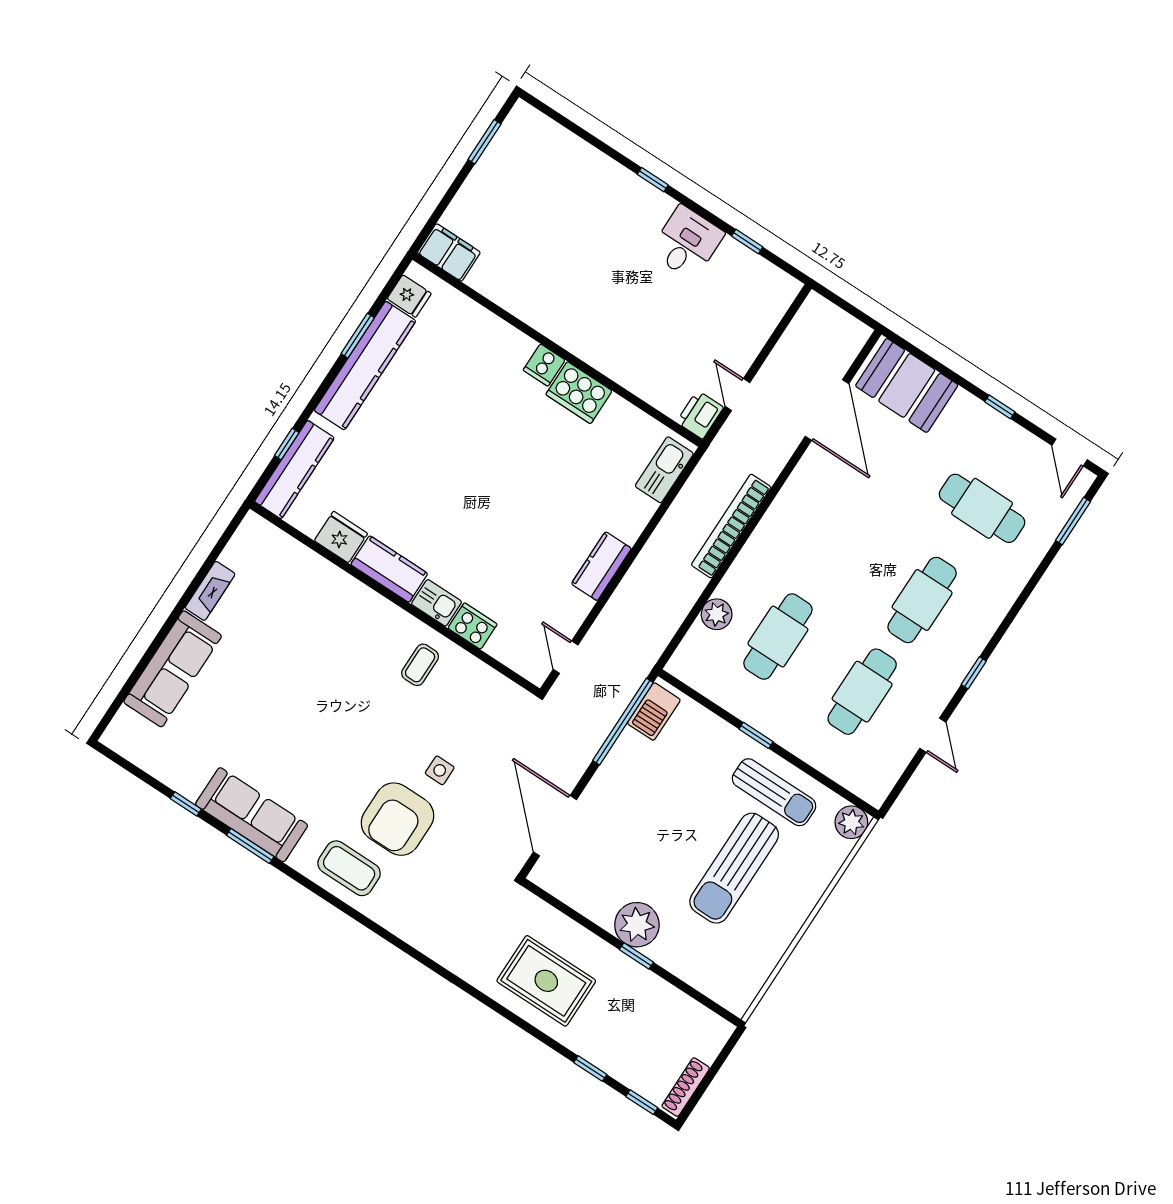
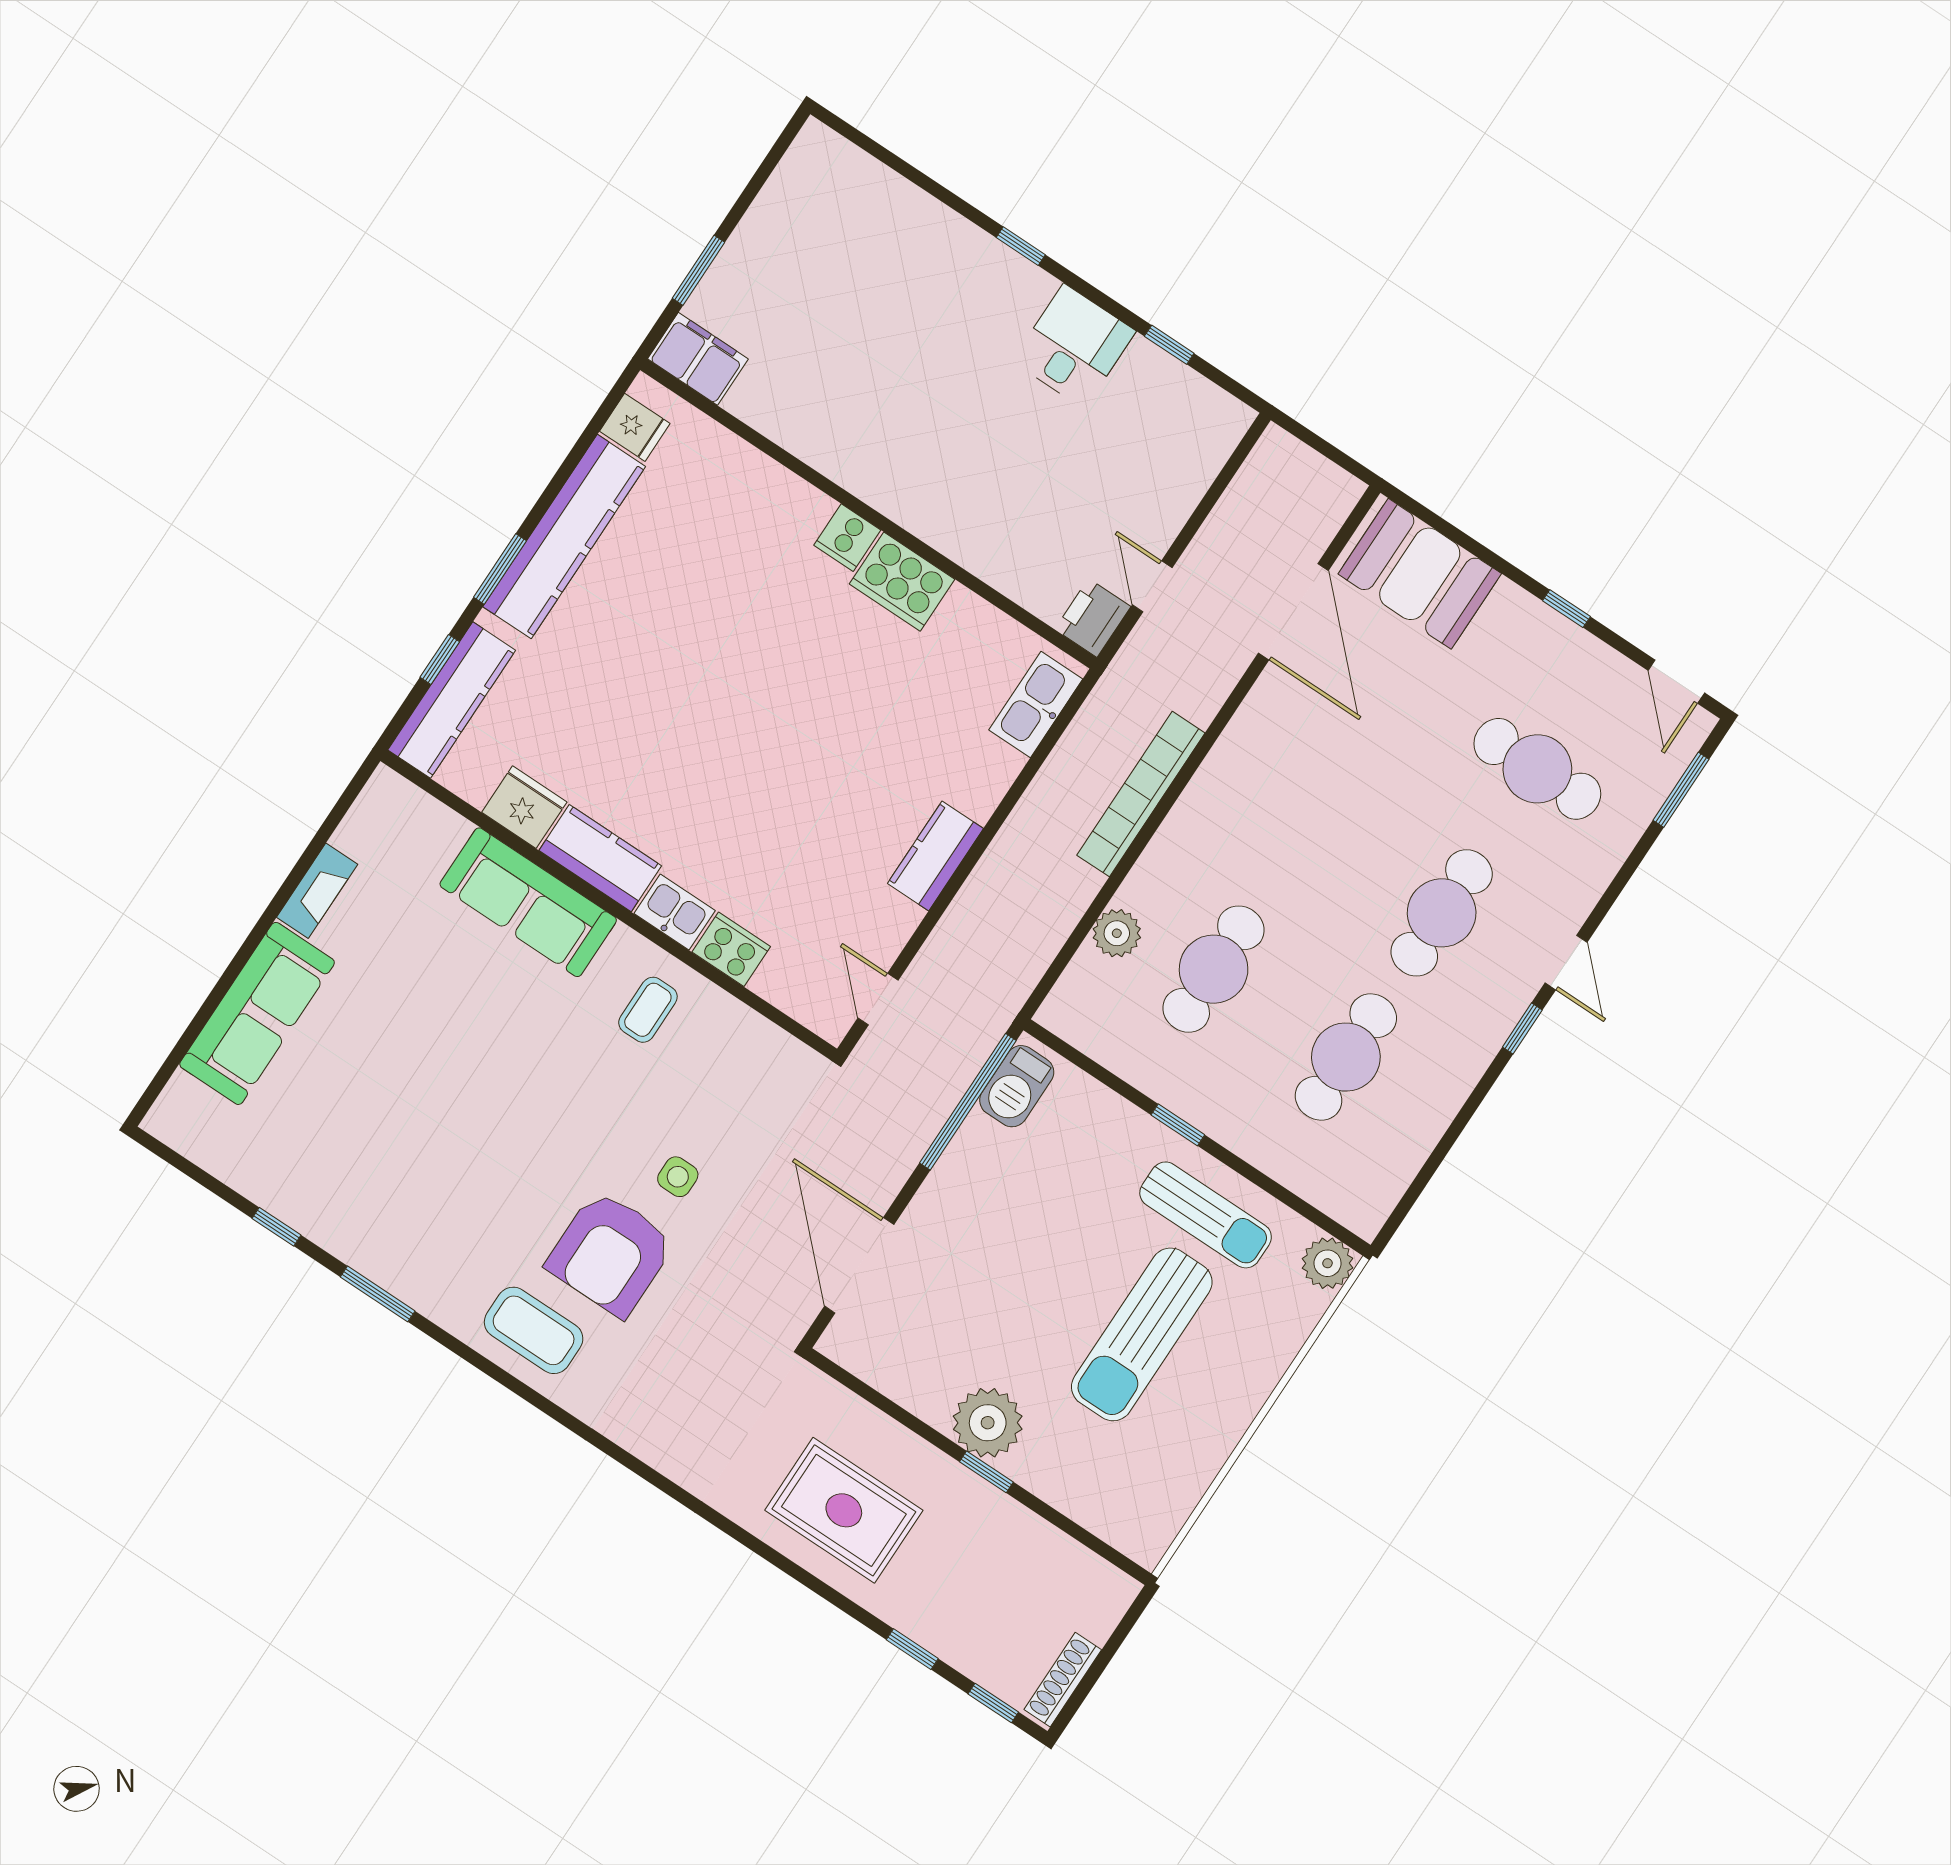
window: (485, 142) -> (698, 270), moved
window: (358, 336) -> (500, 569), moved
door: (933, 735) -> (1566, 963), moved
sofa: (252, 815) -> (528, 902), moved, turned 180

